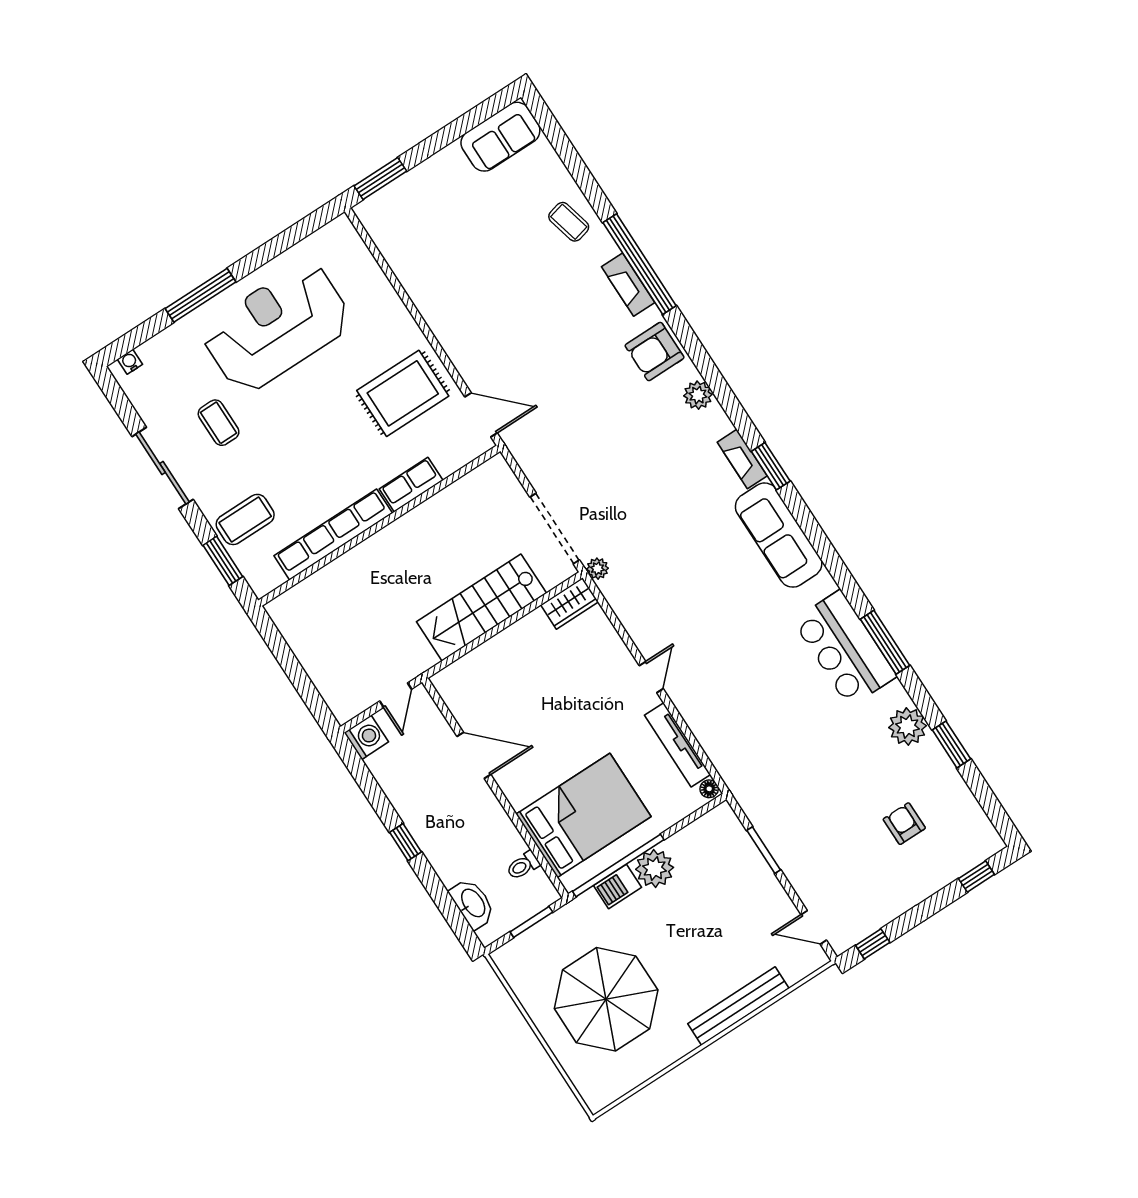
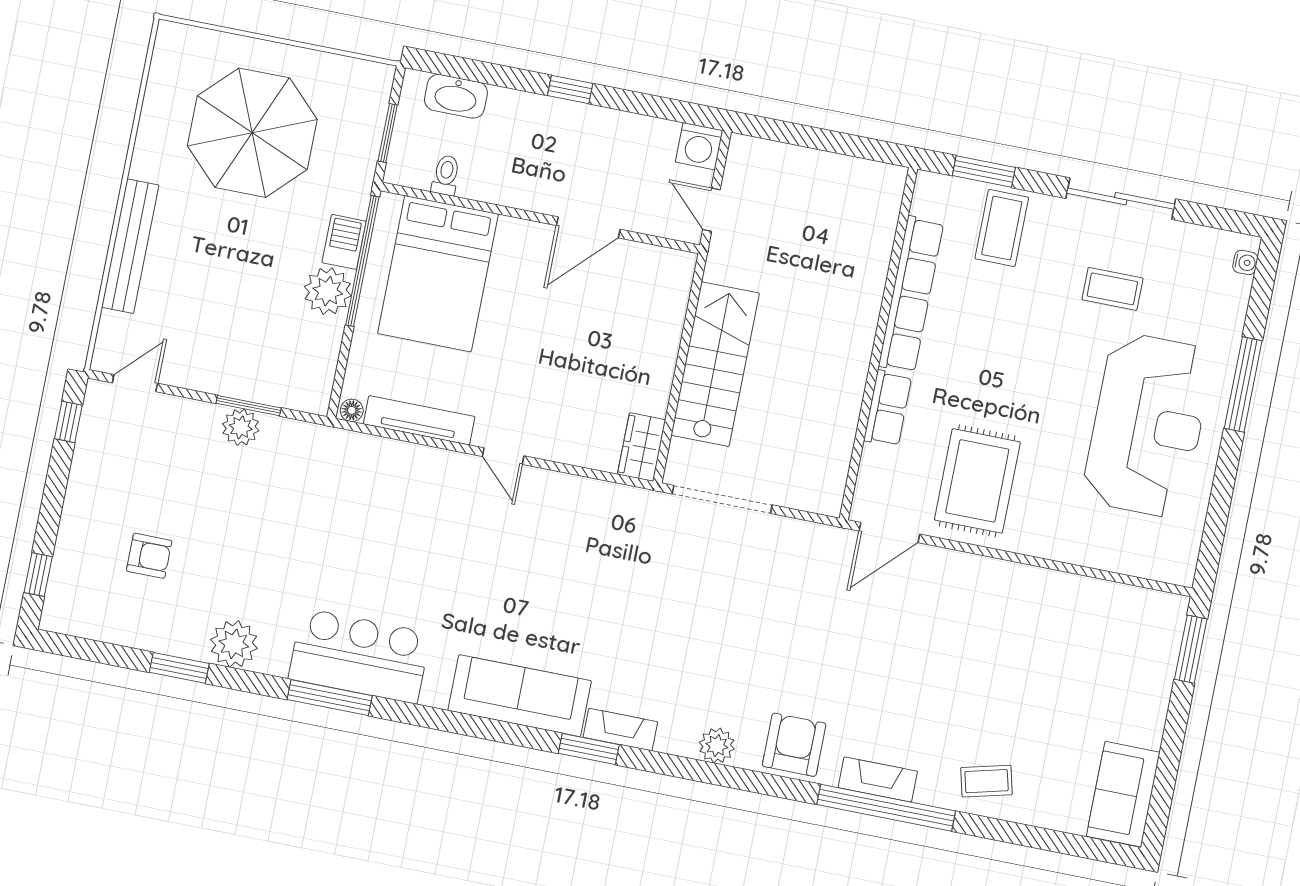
plant: (597, 569) -> (241, 427), moved, width x1.38, depth x1.38

